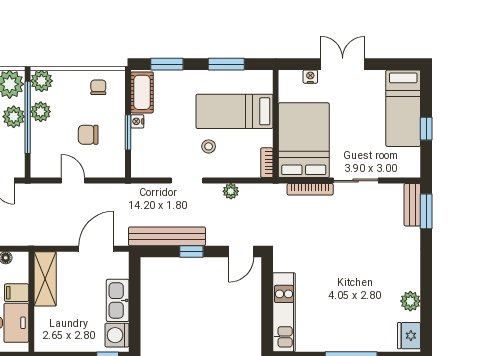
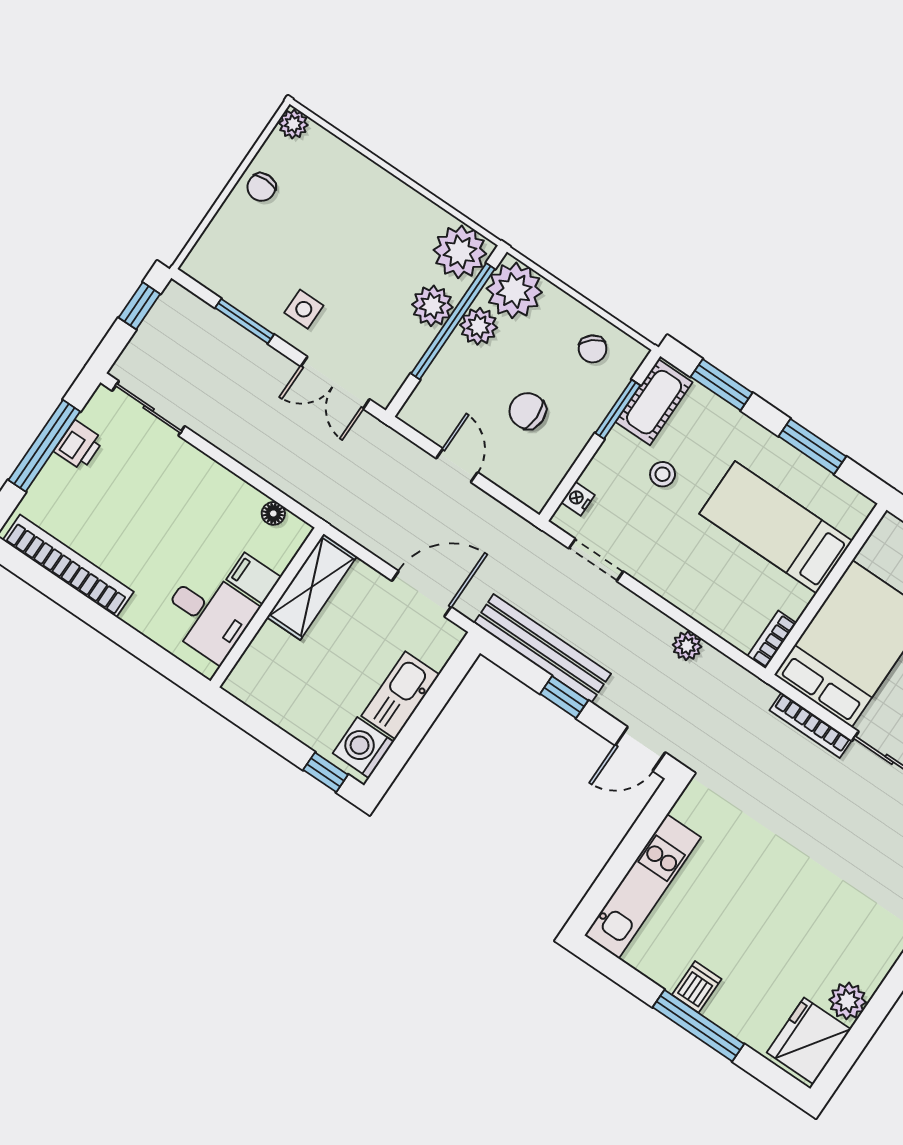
plant: (42, 81) -> (514, 290), width x1.36, depth x1.36
chair: (98, 87) -> (593, 349), turned 140
nightstand: (137, 121) -> (578, 499), moved
window: (128, 132) -> (618, 409), moved
stool: (209, 146) -> (663, 474), moved
doorway: (187, 181) -> (596, 560), moved
fridge: (409, 336) -> (809, 1041), width x1.36, depth x1.34
dishwasher: (339, 341) -> (697, 987), added

